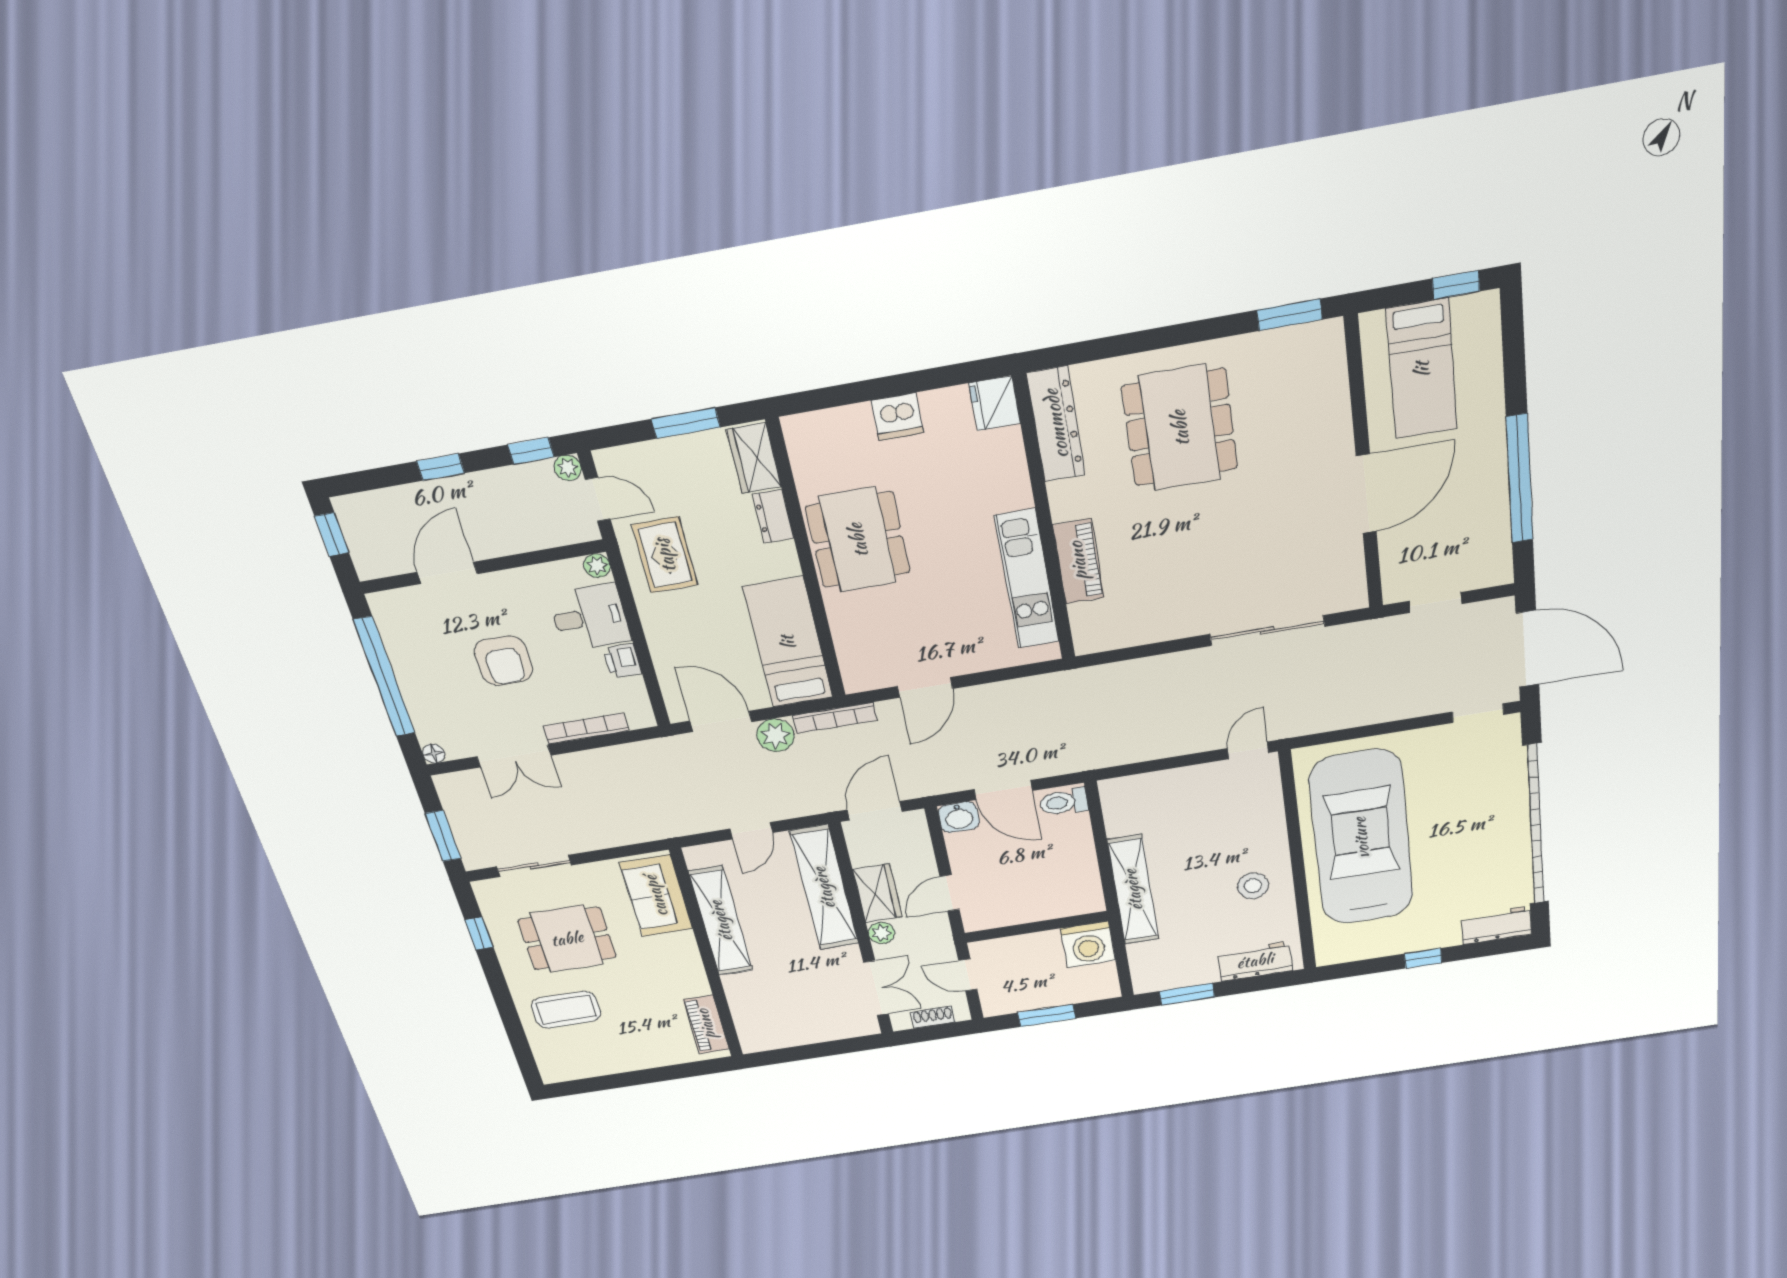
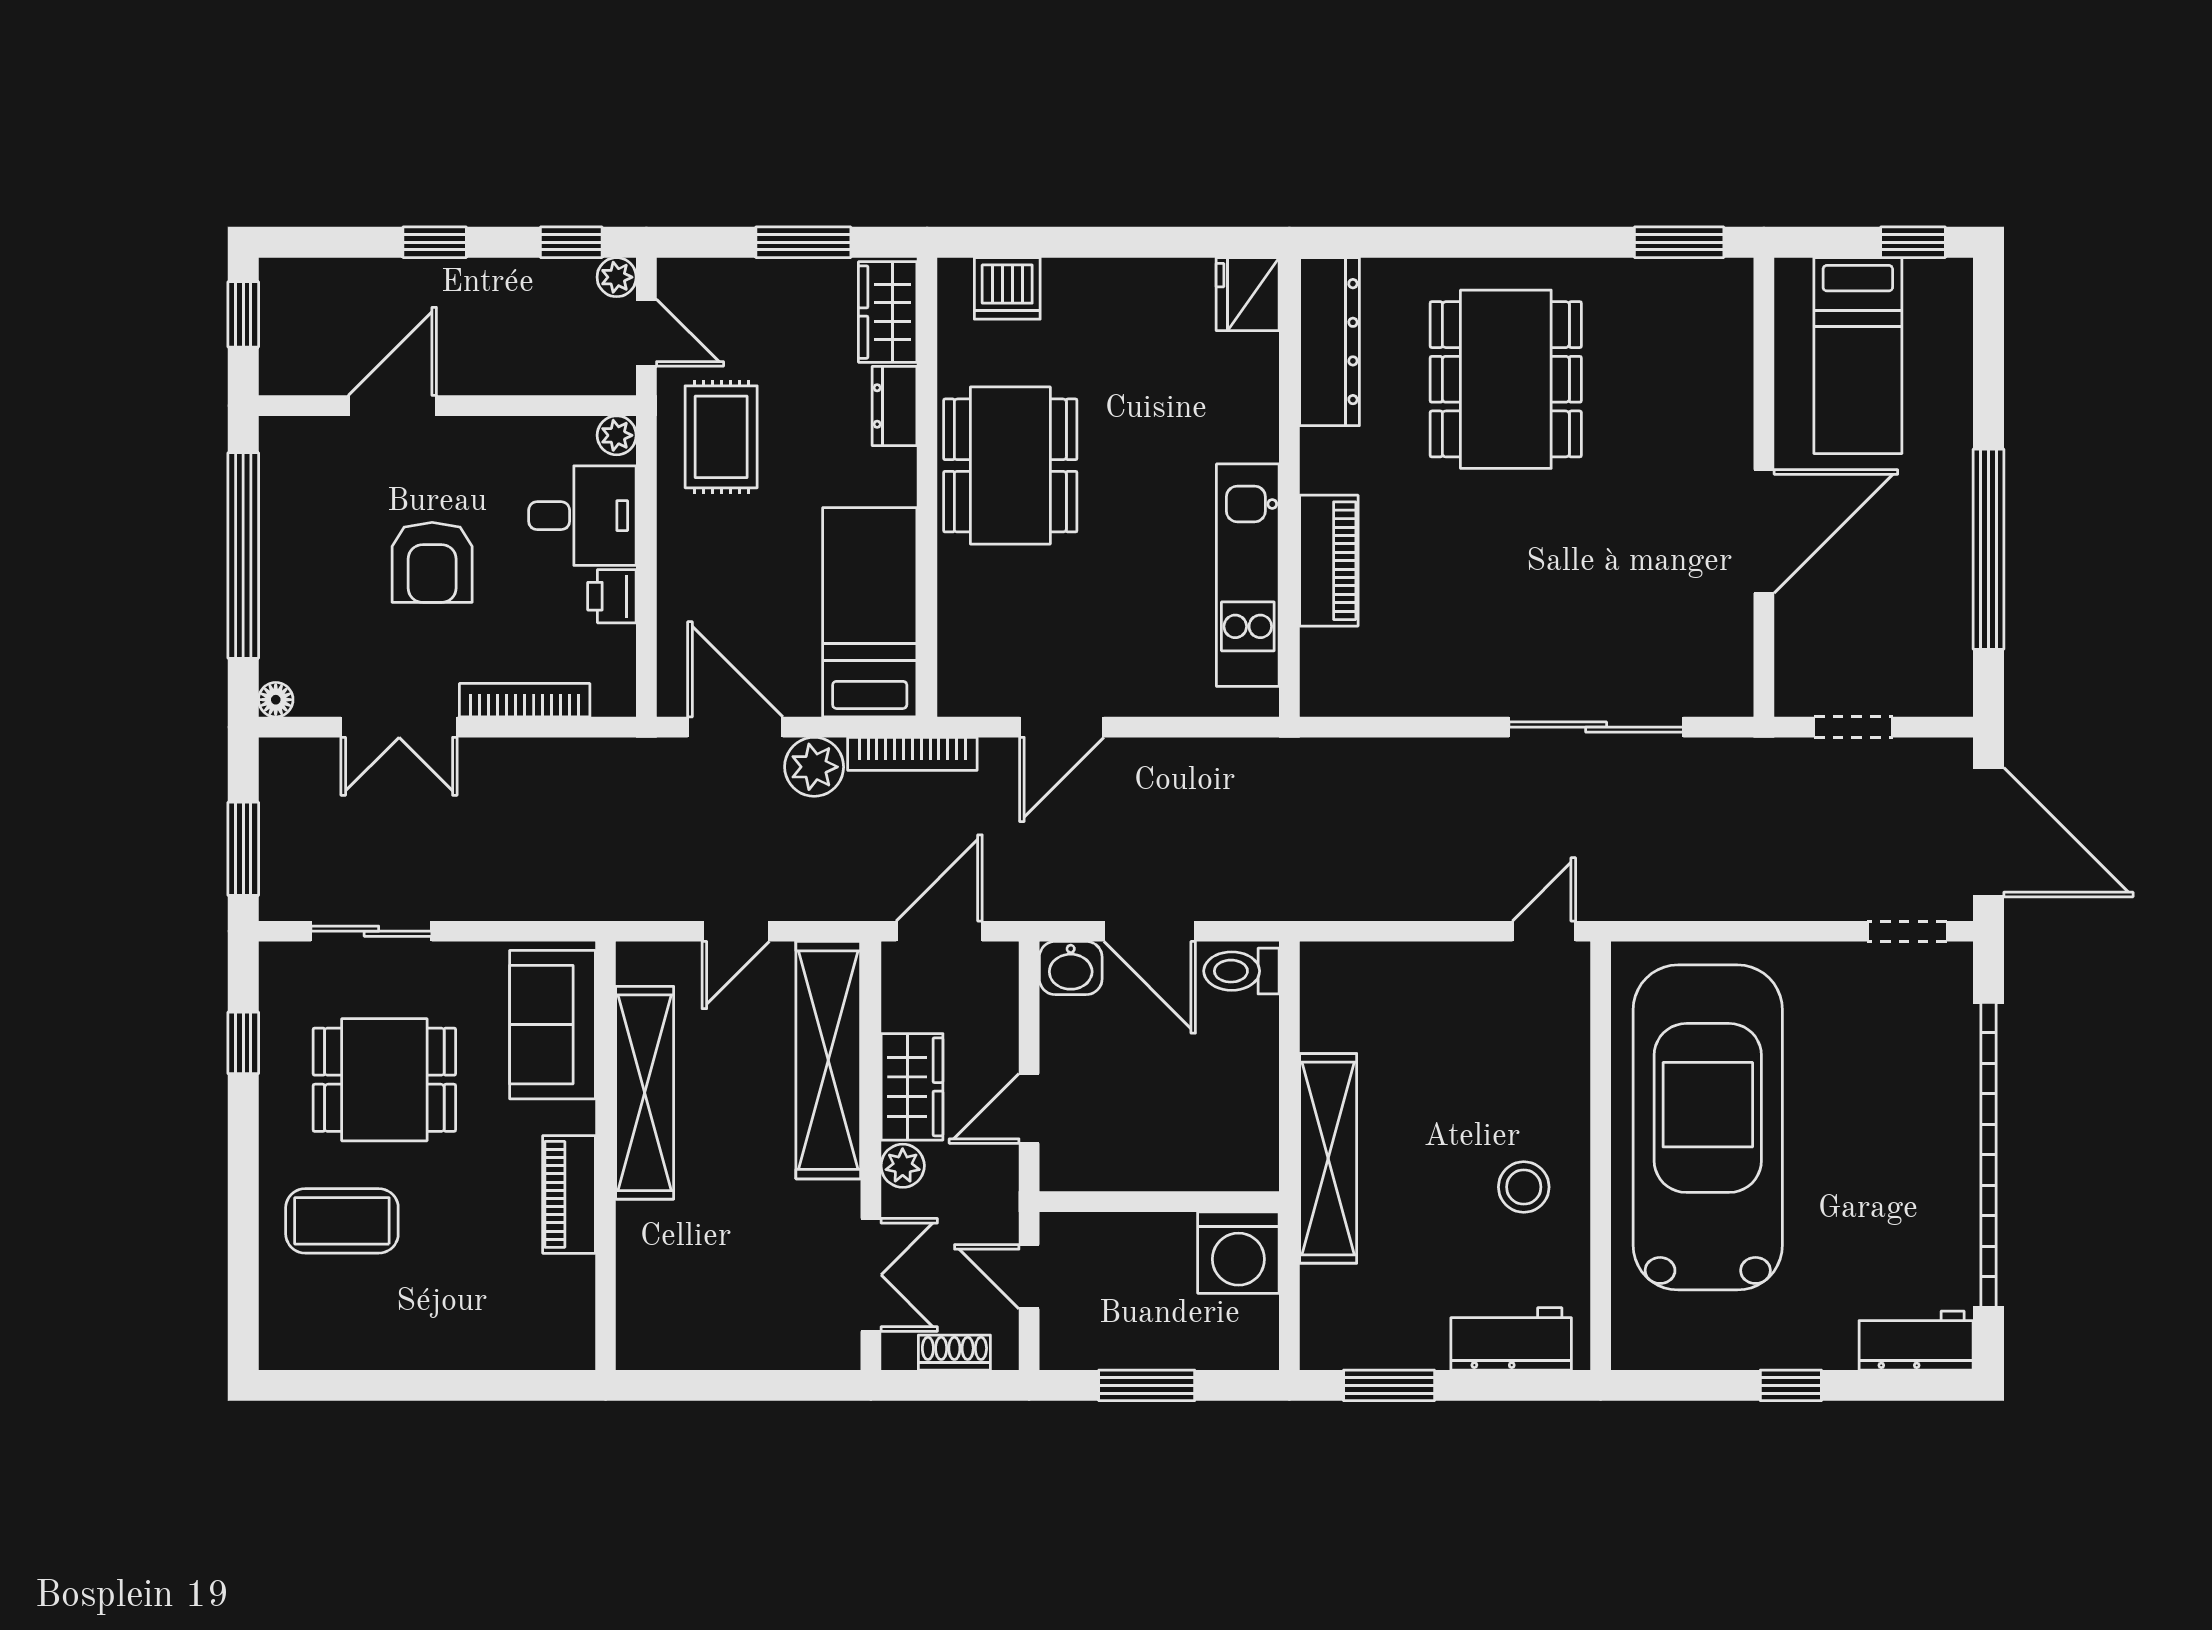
dishwasher: (897, 417) -> (1007, 288), moved
piano: (706, 1024) -> (569, 1194), moved

